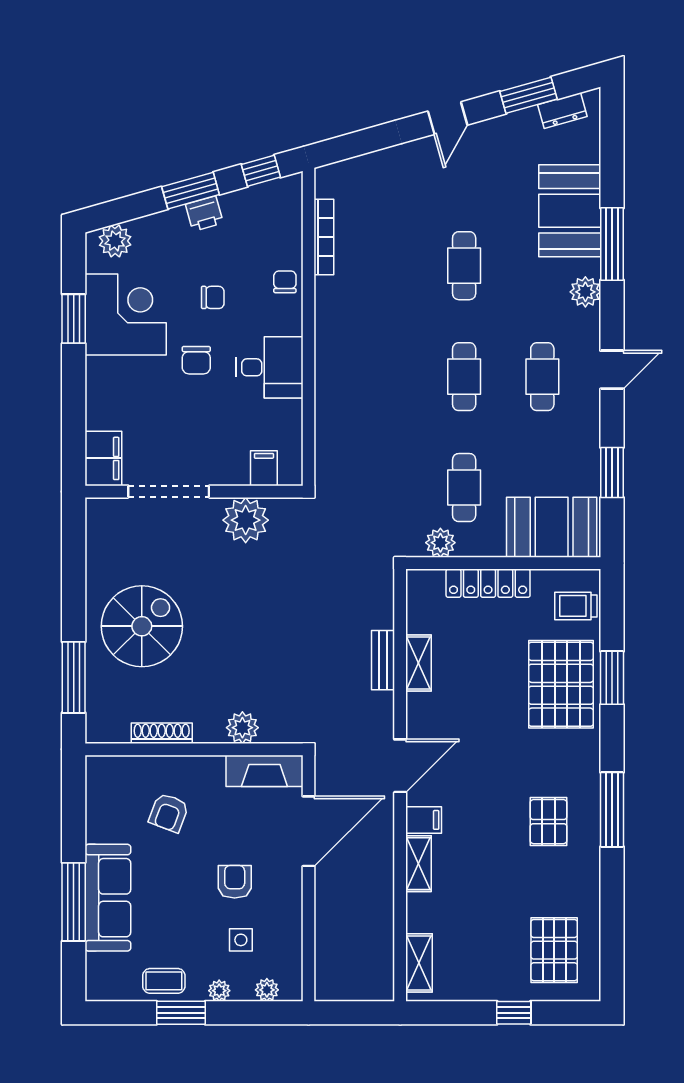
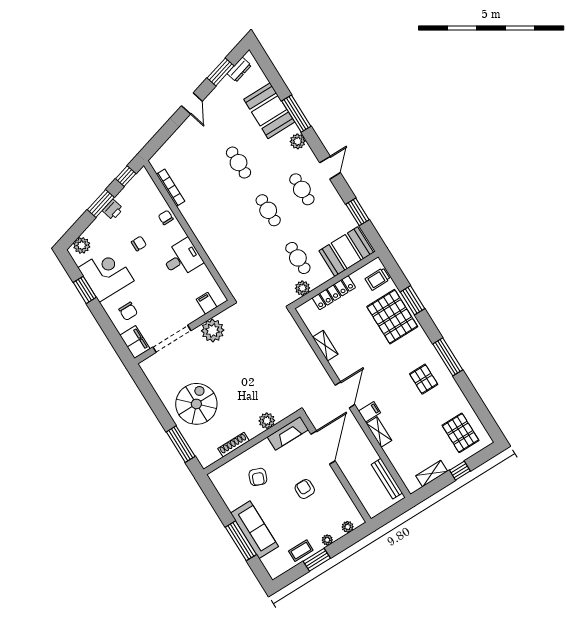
chair: (196, 360) -> (128, 311), moved
bench: (383, 660) -> (387, 479), moved, width x1.36
side table: (241, 940) -> (323, 512), removed
shelving: (419, 963) -> (432, 474), moved, turned 90

